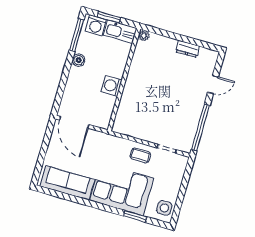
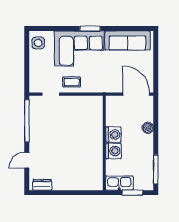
washing machine: (96, 25) -> (113, 151), moved, turned 90
plant: (144, 36) -> (98, 185), removed
dresser: (188, 49) -> (42, 185), moved
boiler: (79, 60) -> (148, 128), moved
window: (135, 216) -> (90, 28), moved

